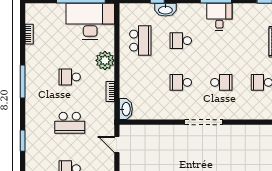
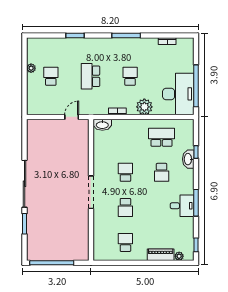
school desk: (140, 41) -> (162, 137), turned 180
school desk: (181, 41) -> (162, 172), turned 180

